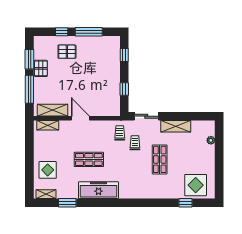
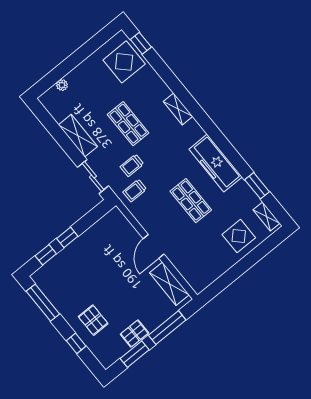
window: (89, 32) -> (43, 303), moved
window: (124, 89) -> (67, 237), moved
shelving: (48, 125) -> (178, 109), moved
shop shelf: (160, 159) -> (128, 124), turned 90
window: (186, 203) -> (141, 43), moved

